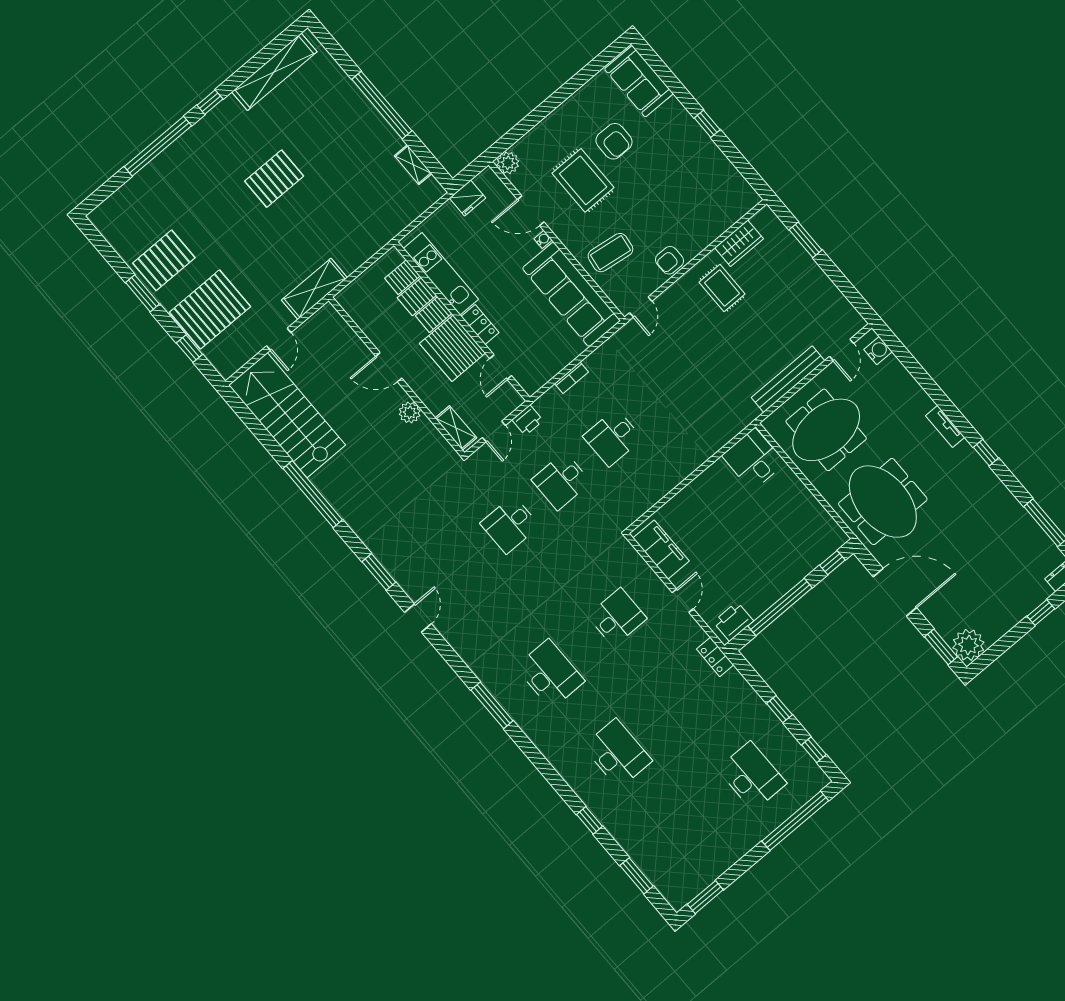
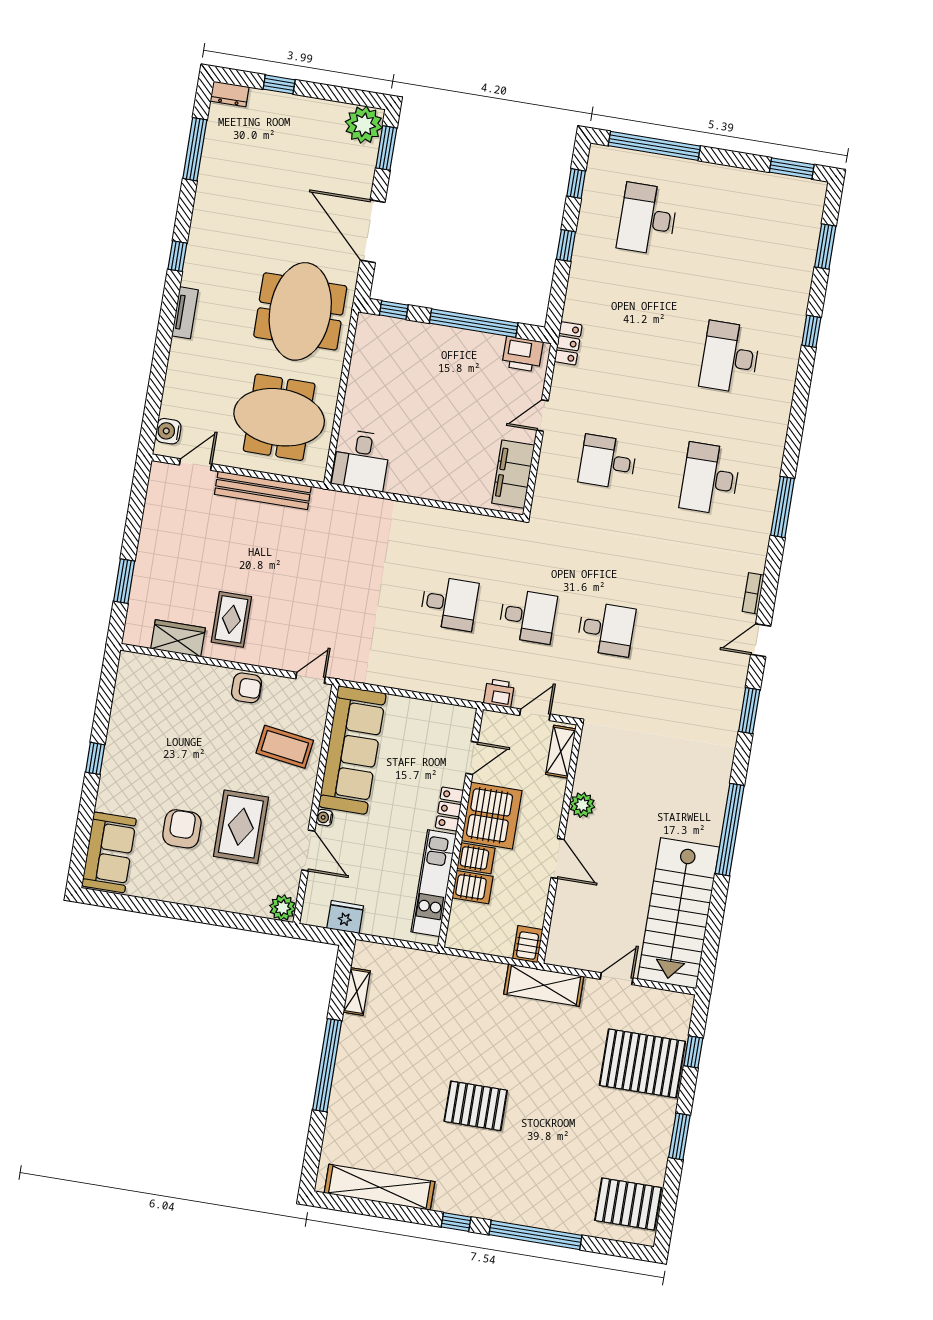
pallet: (164, 260) -> (628, 1204), moved
server rack: (402, 277) -> (528, 944), moved, turned -90
bookcase: (571, 378) -> (753, 593), moved, turned -90

